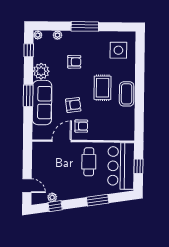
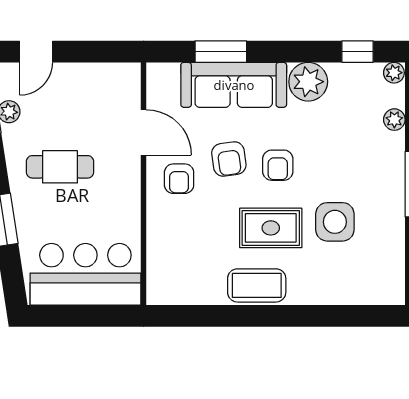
side table: (118, 50) -> (335, 222), moved
armchair: (74, 62) -> (278, 165), moved
window: (28, 96) -> (221, 52), moved
cafe table: (89, 162) -> (60, 167), moved
window: (139, 166) -> (85, 316), removed

